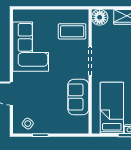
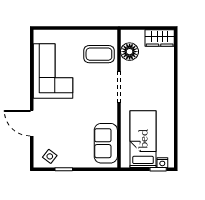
floor lamp: (100, 17) -> (130, 52), moved
sofa: (78, 97) -> (106, 143), moved

